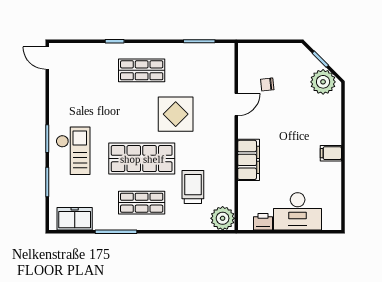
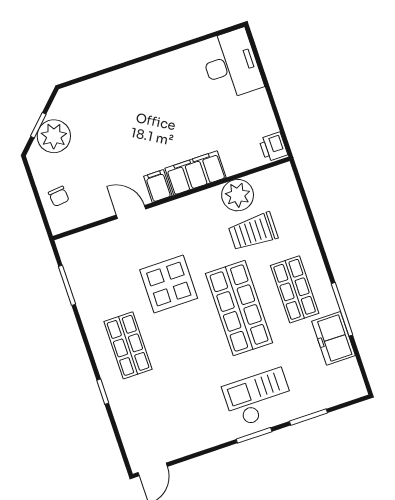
plant: (323, 82) -> (54, 136), moved
chair: (267, 84) -> (59, 196), moved
filing cabinet: (331, 153) -> (158, 186), moved, turned 180
desk: (298, 211) -> (231, 65), moved
plant: (223, 218) -> (238, 195), moved
freezer: (75, 219) -> (334, 338), moved
printer: (263, 222) -> (273, 147), moved

